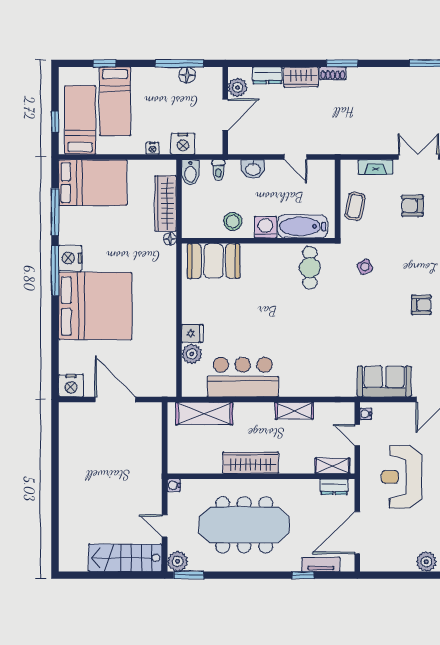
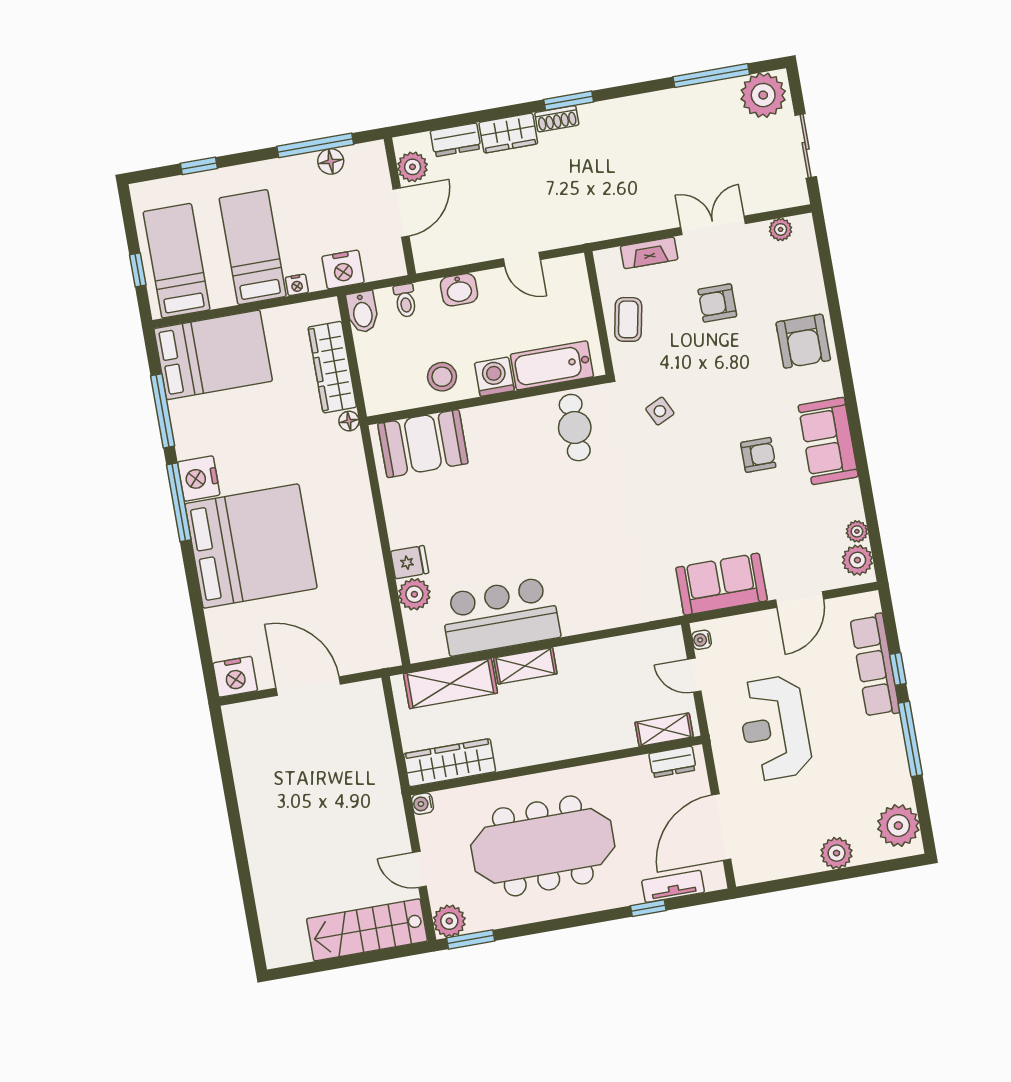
bed: (115, 101) -> (253, 247), moved, turned 180
shelving: (294, 411) -> (525, 666), moved
wardrobe: (251, 463) -> (450, 763), moved

